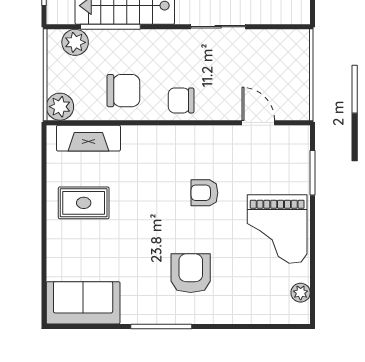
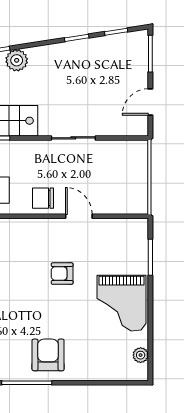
door: (258, 123) -> (79, 216), moved
armchair: (191, 273) -> (48, 355), moved

